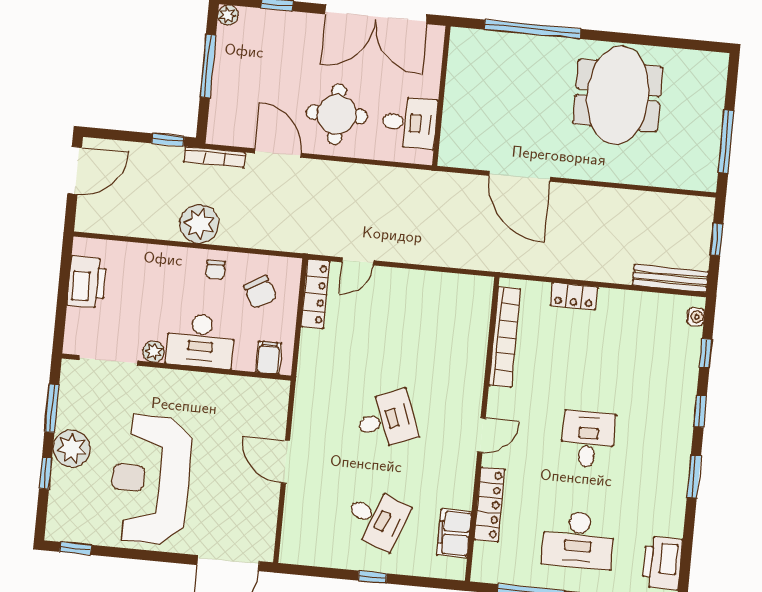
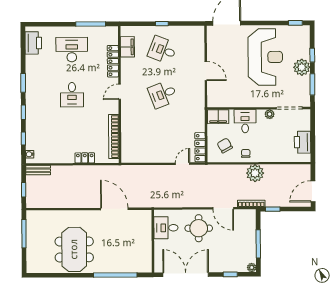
bench: (670, 278) -> (38, 170), width x0.73
desk: (201, 341) -> (245, 121), width x0.73
filing cabinet: (268, 358) -> (218, 117), width x2.00

